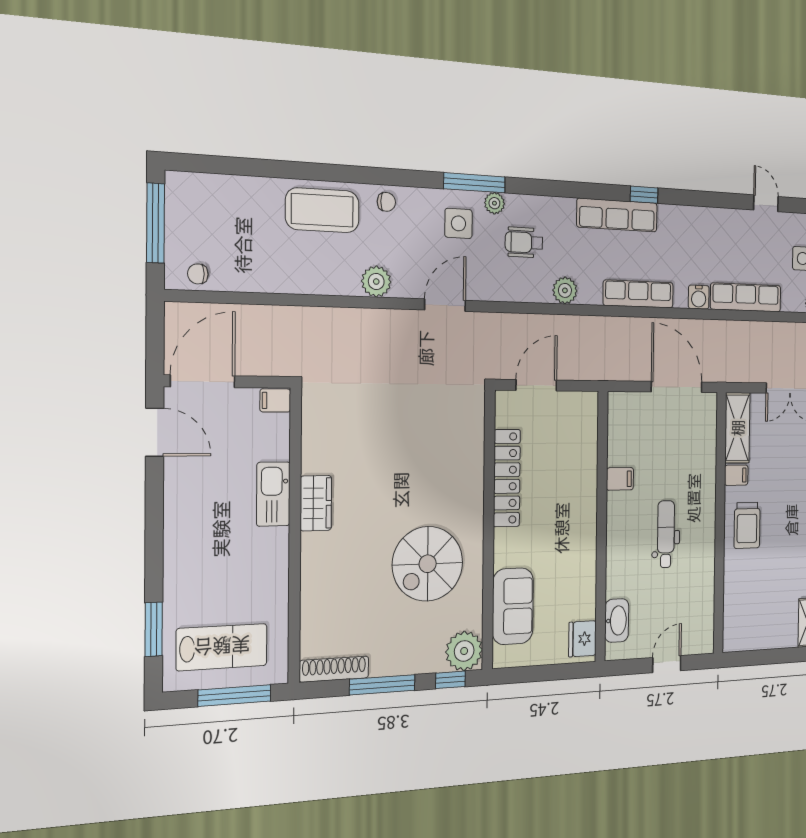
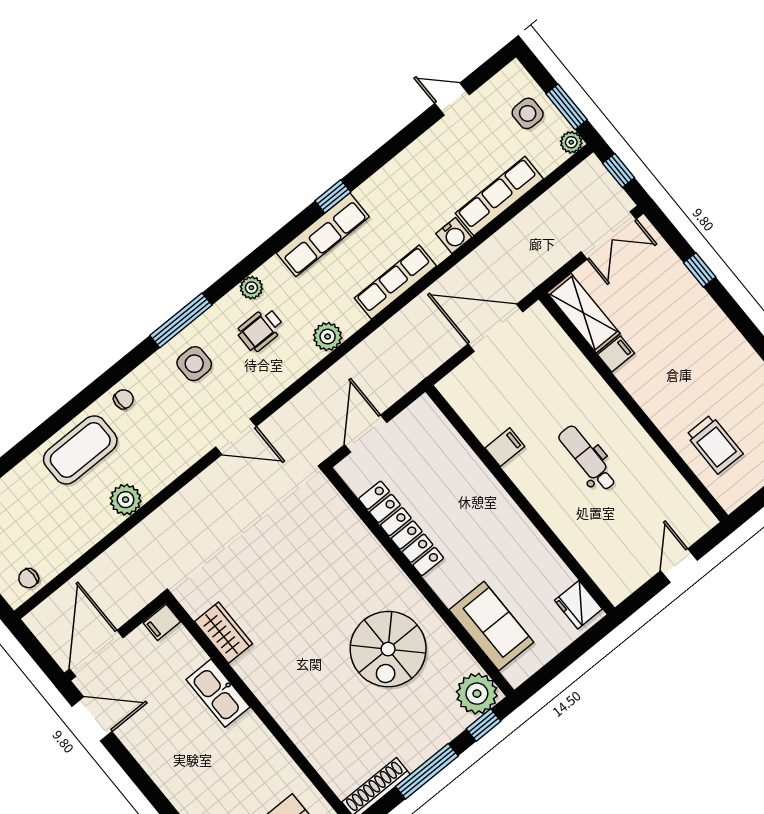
plant: (494, 203) -> (251, 288), moved
plant: (376, 282) -> (126, 500), moved
door: (445, 305) -> (236, 437), swing flipped
wardrobe: (316, 503) -> (224, 633), moved
trolley: (747, 525) -> (714, 444), moved
washbasin: (617, 621) -> (599, 566), removed

